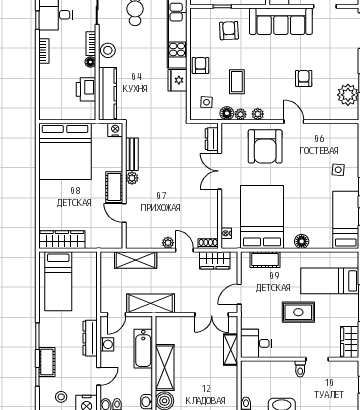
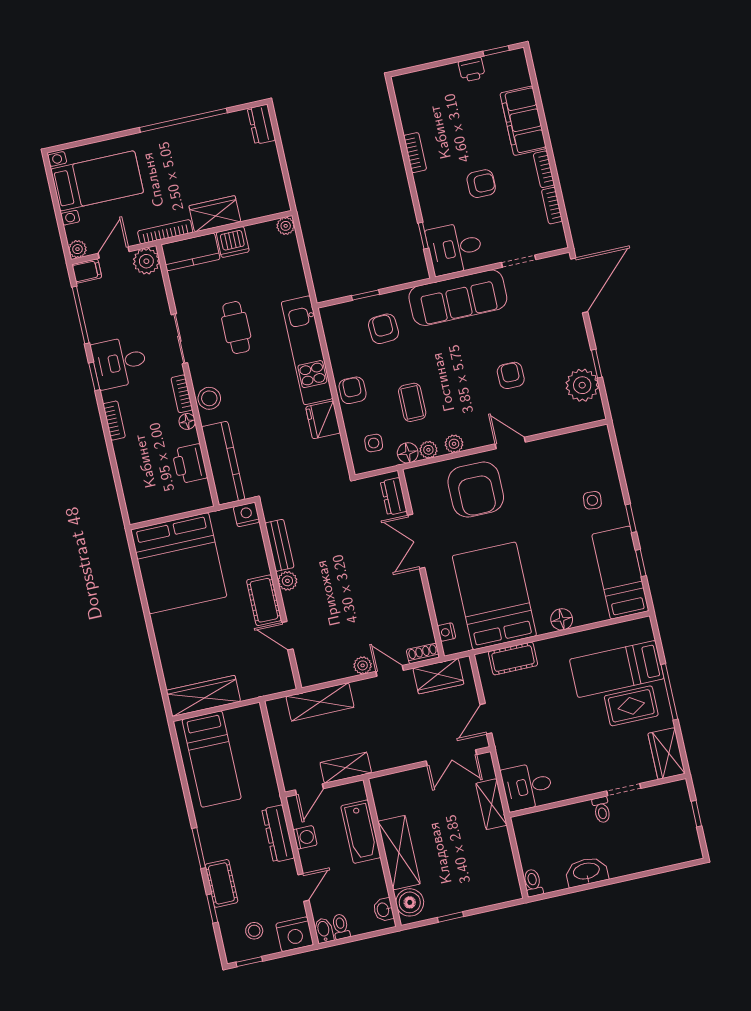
shelving: (151, 303) -> (346, 768), width x0.67, depth x0.75
rug: (298, 312) -> (631, 706), moved

